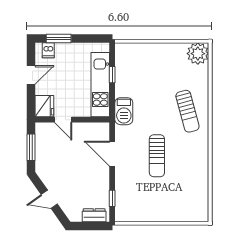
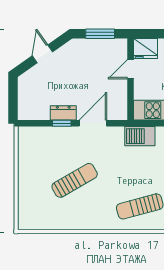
sun lounger: (157, 156) -> (75, 180), moved, turned 150
window: (112, 198) -> (62, 123), moved
dresser: (94, 215) -> (63, 113), moved, turned -90

